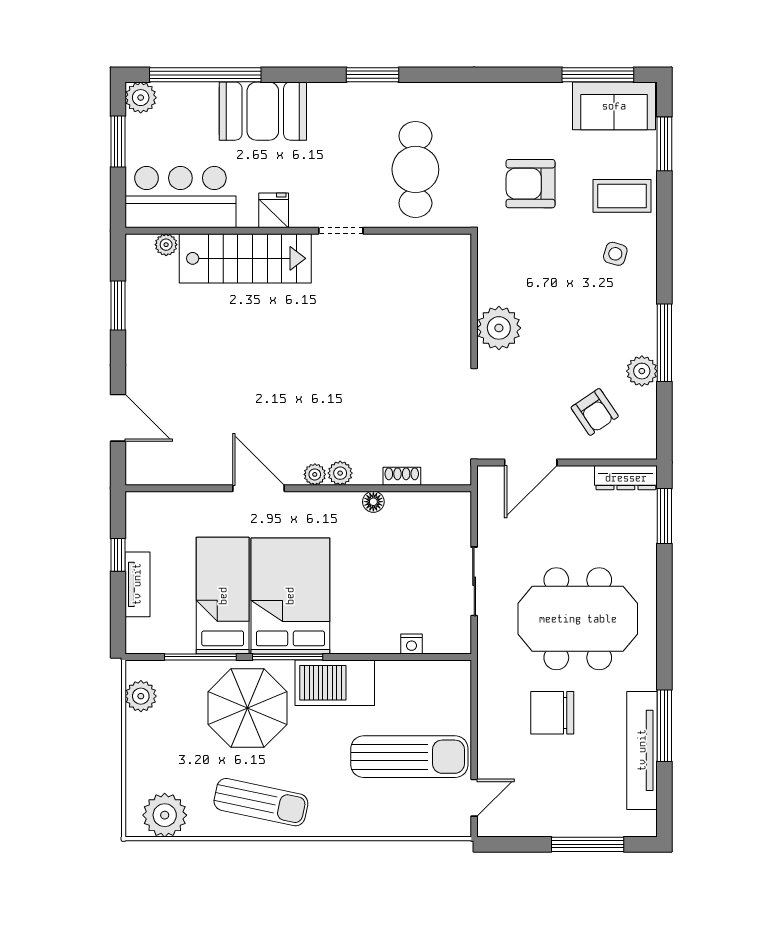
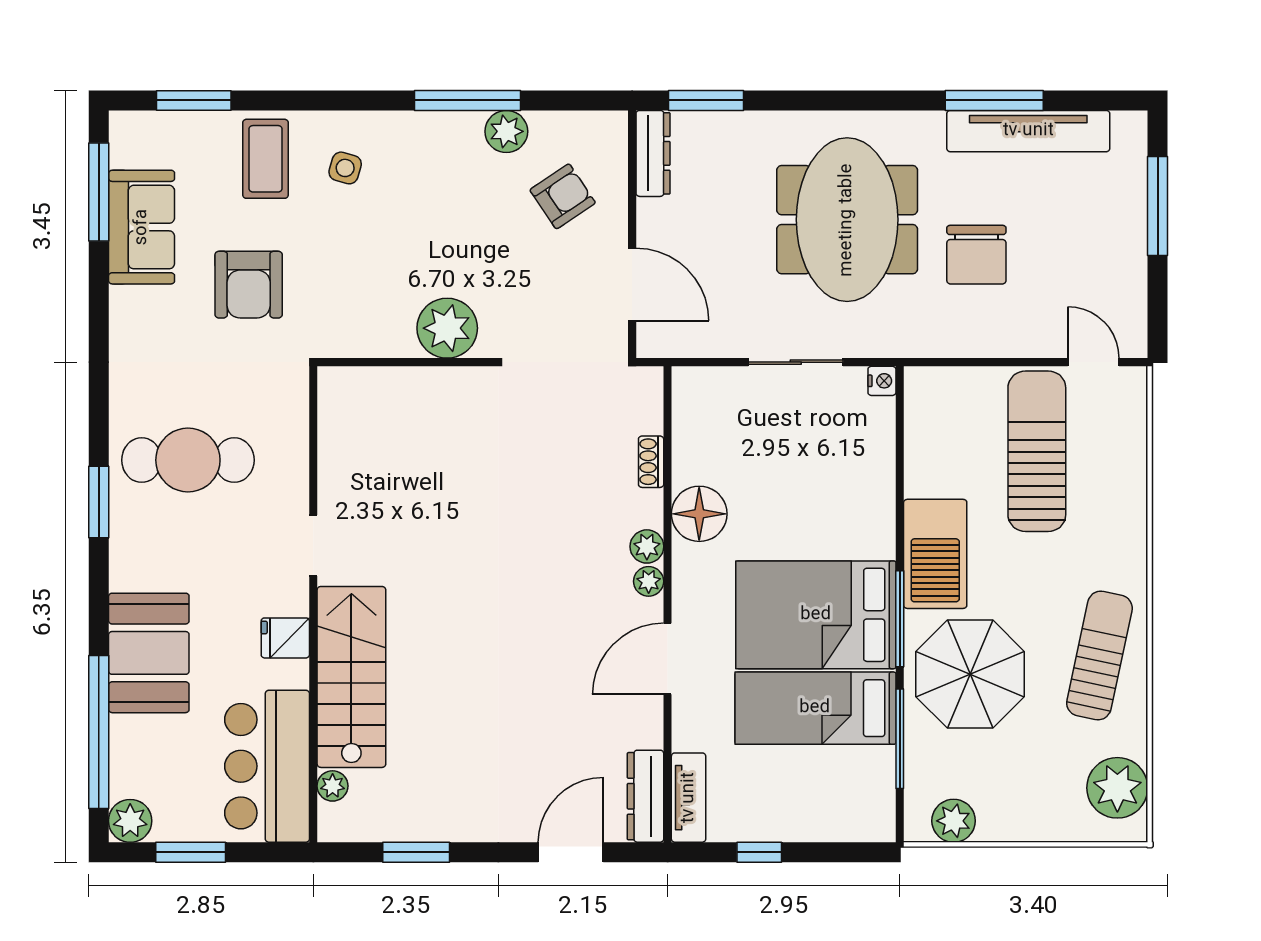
sofa: (614, 106) -> (142, 227), moved
cafe table: (415, 169) -> (188, 460), moved
dresser: (159, 472) -> (646, 796), added
floor lamp: (373, 502) -> (699, 514), width x1.89, depth x1.89
tv unit: (137, 584) -> (689, 798), moved, turned 90
nightstand: (412, 644) -> (882, 381), moved

